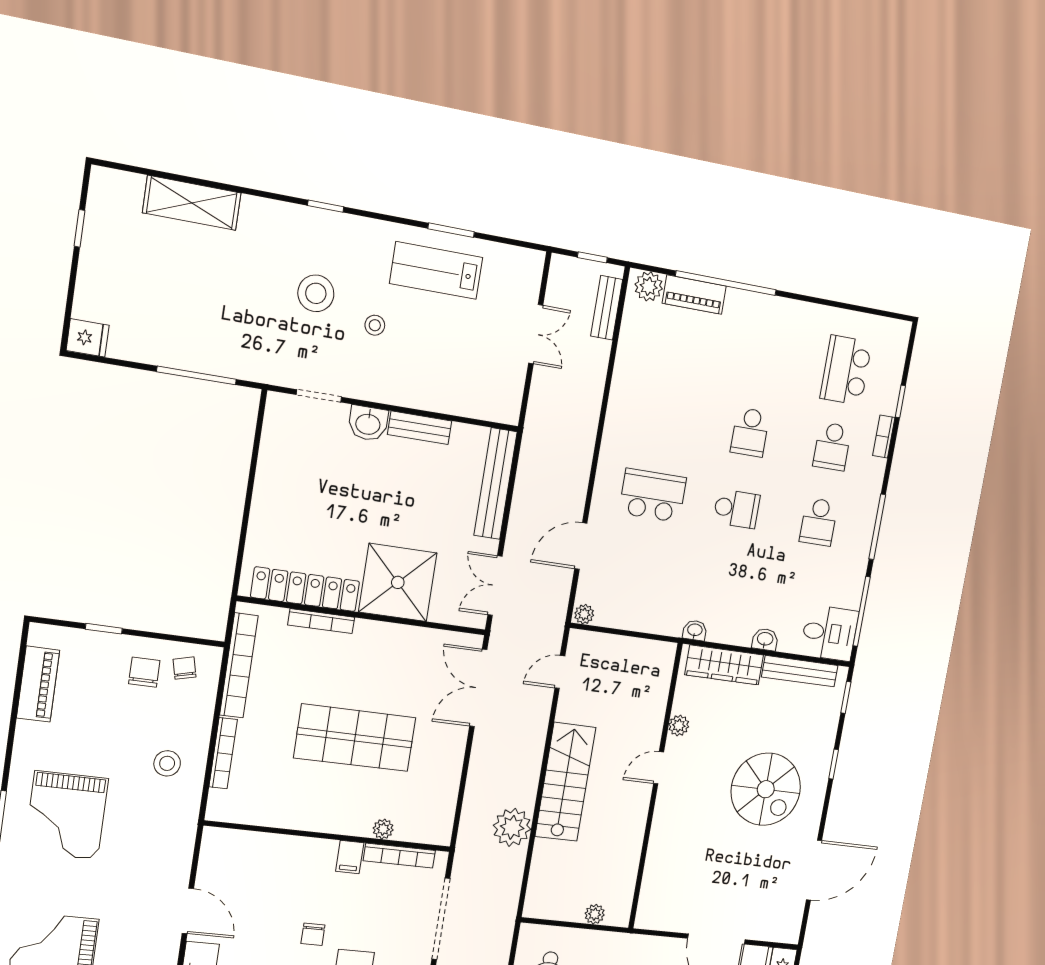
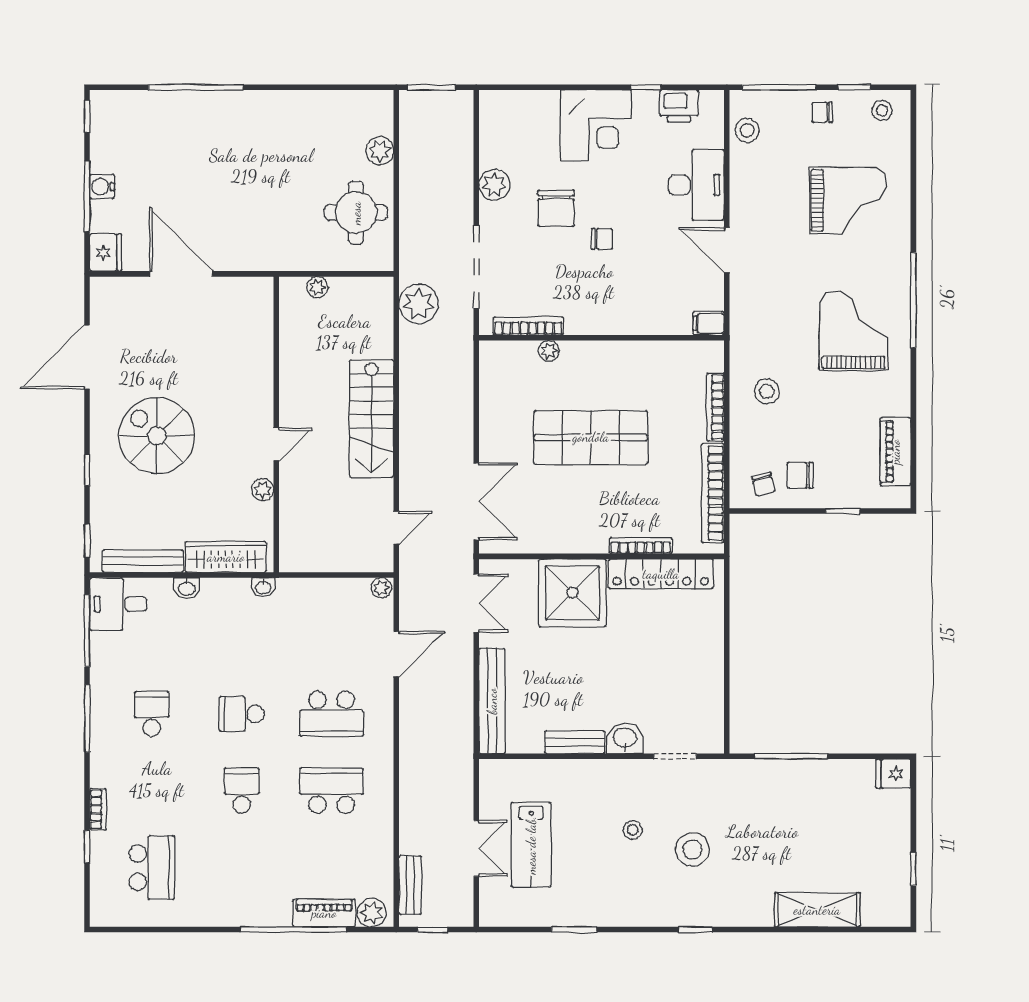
lab bench: (436, 270) -> (531, 845), moved, turned 90
double door: (536, 334) -> (476, 848), swing flipped
school desk: (832, 446) -> (332, 791), moved, width x1.85
chair: (144, 672) -> (800, 475), turned 90
plant: (512, 827) -> (419, 304), moved
filing cabinet: (350, 857) -> (708, 323), moved, turned -90
chair: (313, 934) -> (602, 239), turned 90

